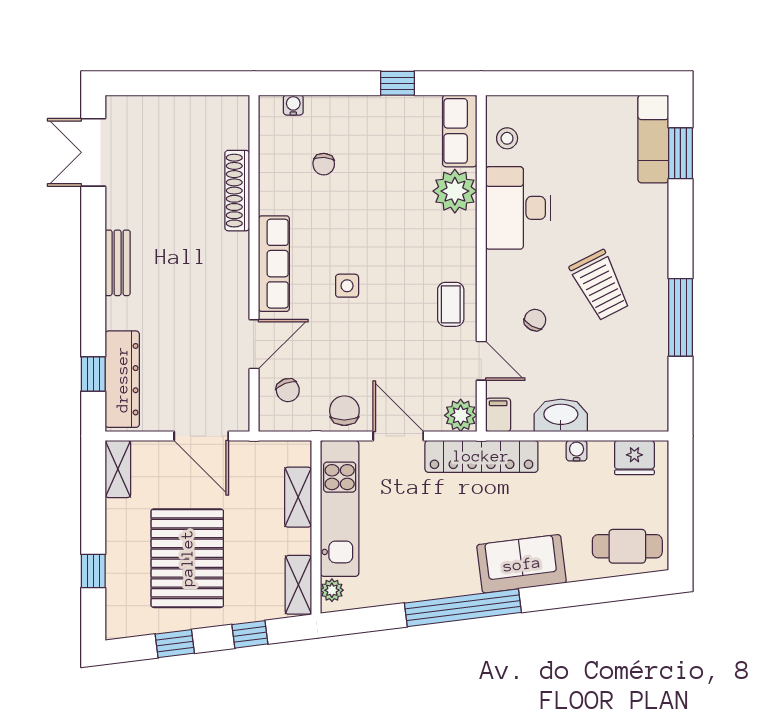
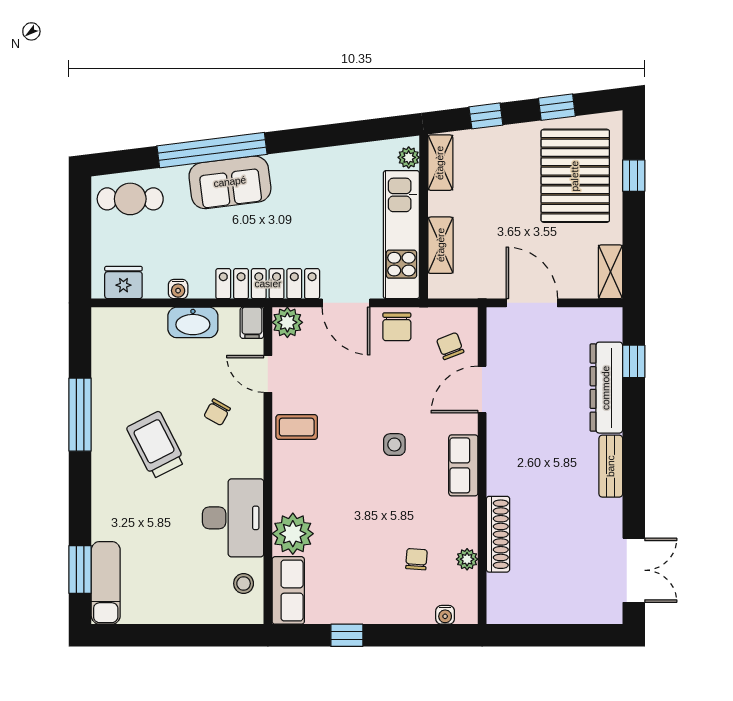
plant: (270, 164) -> (467, 559), added
row of seats: (274, 264) -> (463, 465), width x0.68
coffee table: (451, 304) -> (297, 427), turned 90
dresser: (122, 379) -> (606, 388), moved
pallet: (187, 558) -> (575, 176), moved
window: (463, 608) -> (212, 150), moved

